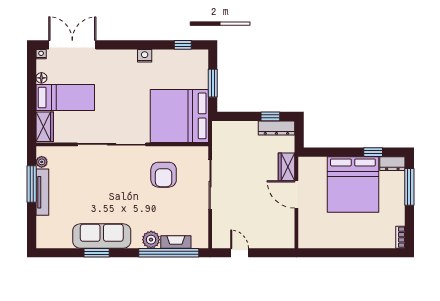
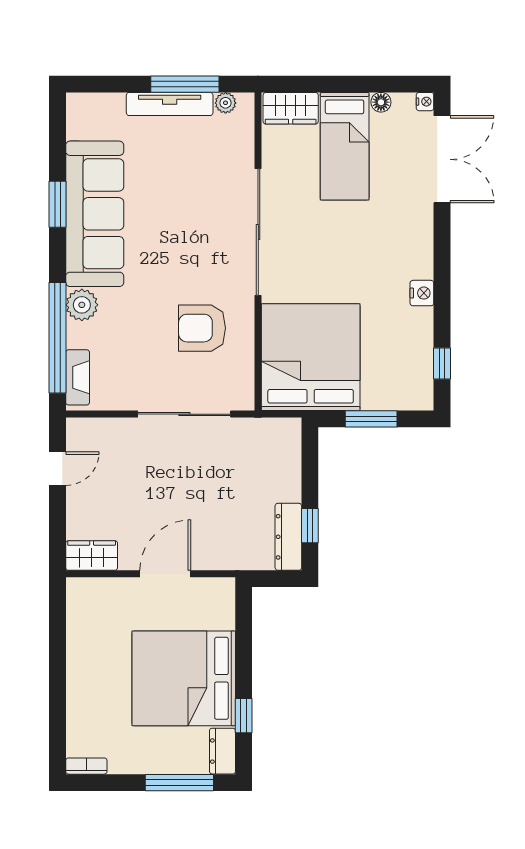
wardrobe: (287, 167) -> (92, 555), moved
sofa: (102, 236) -> (95, 214), width x1.36, depth x1.27
fireplace: (176, 242) -> (78, 377), moved

